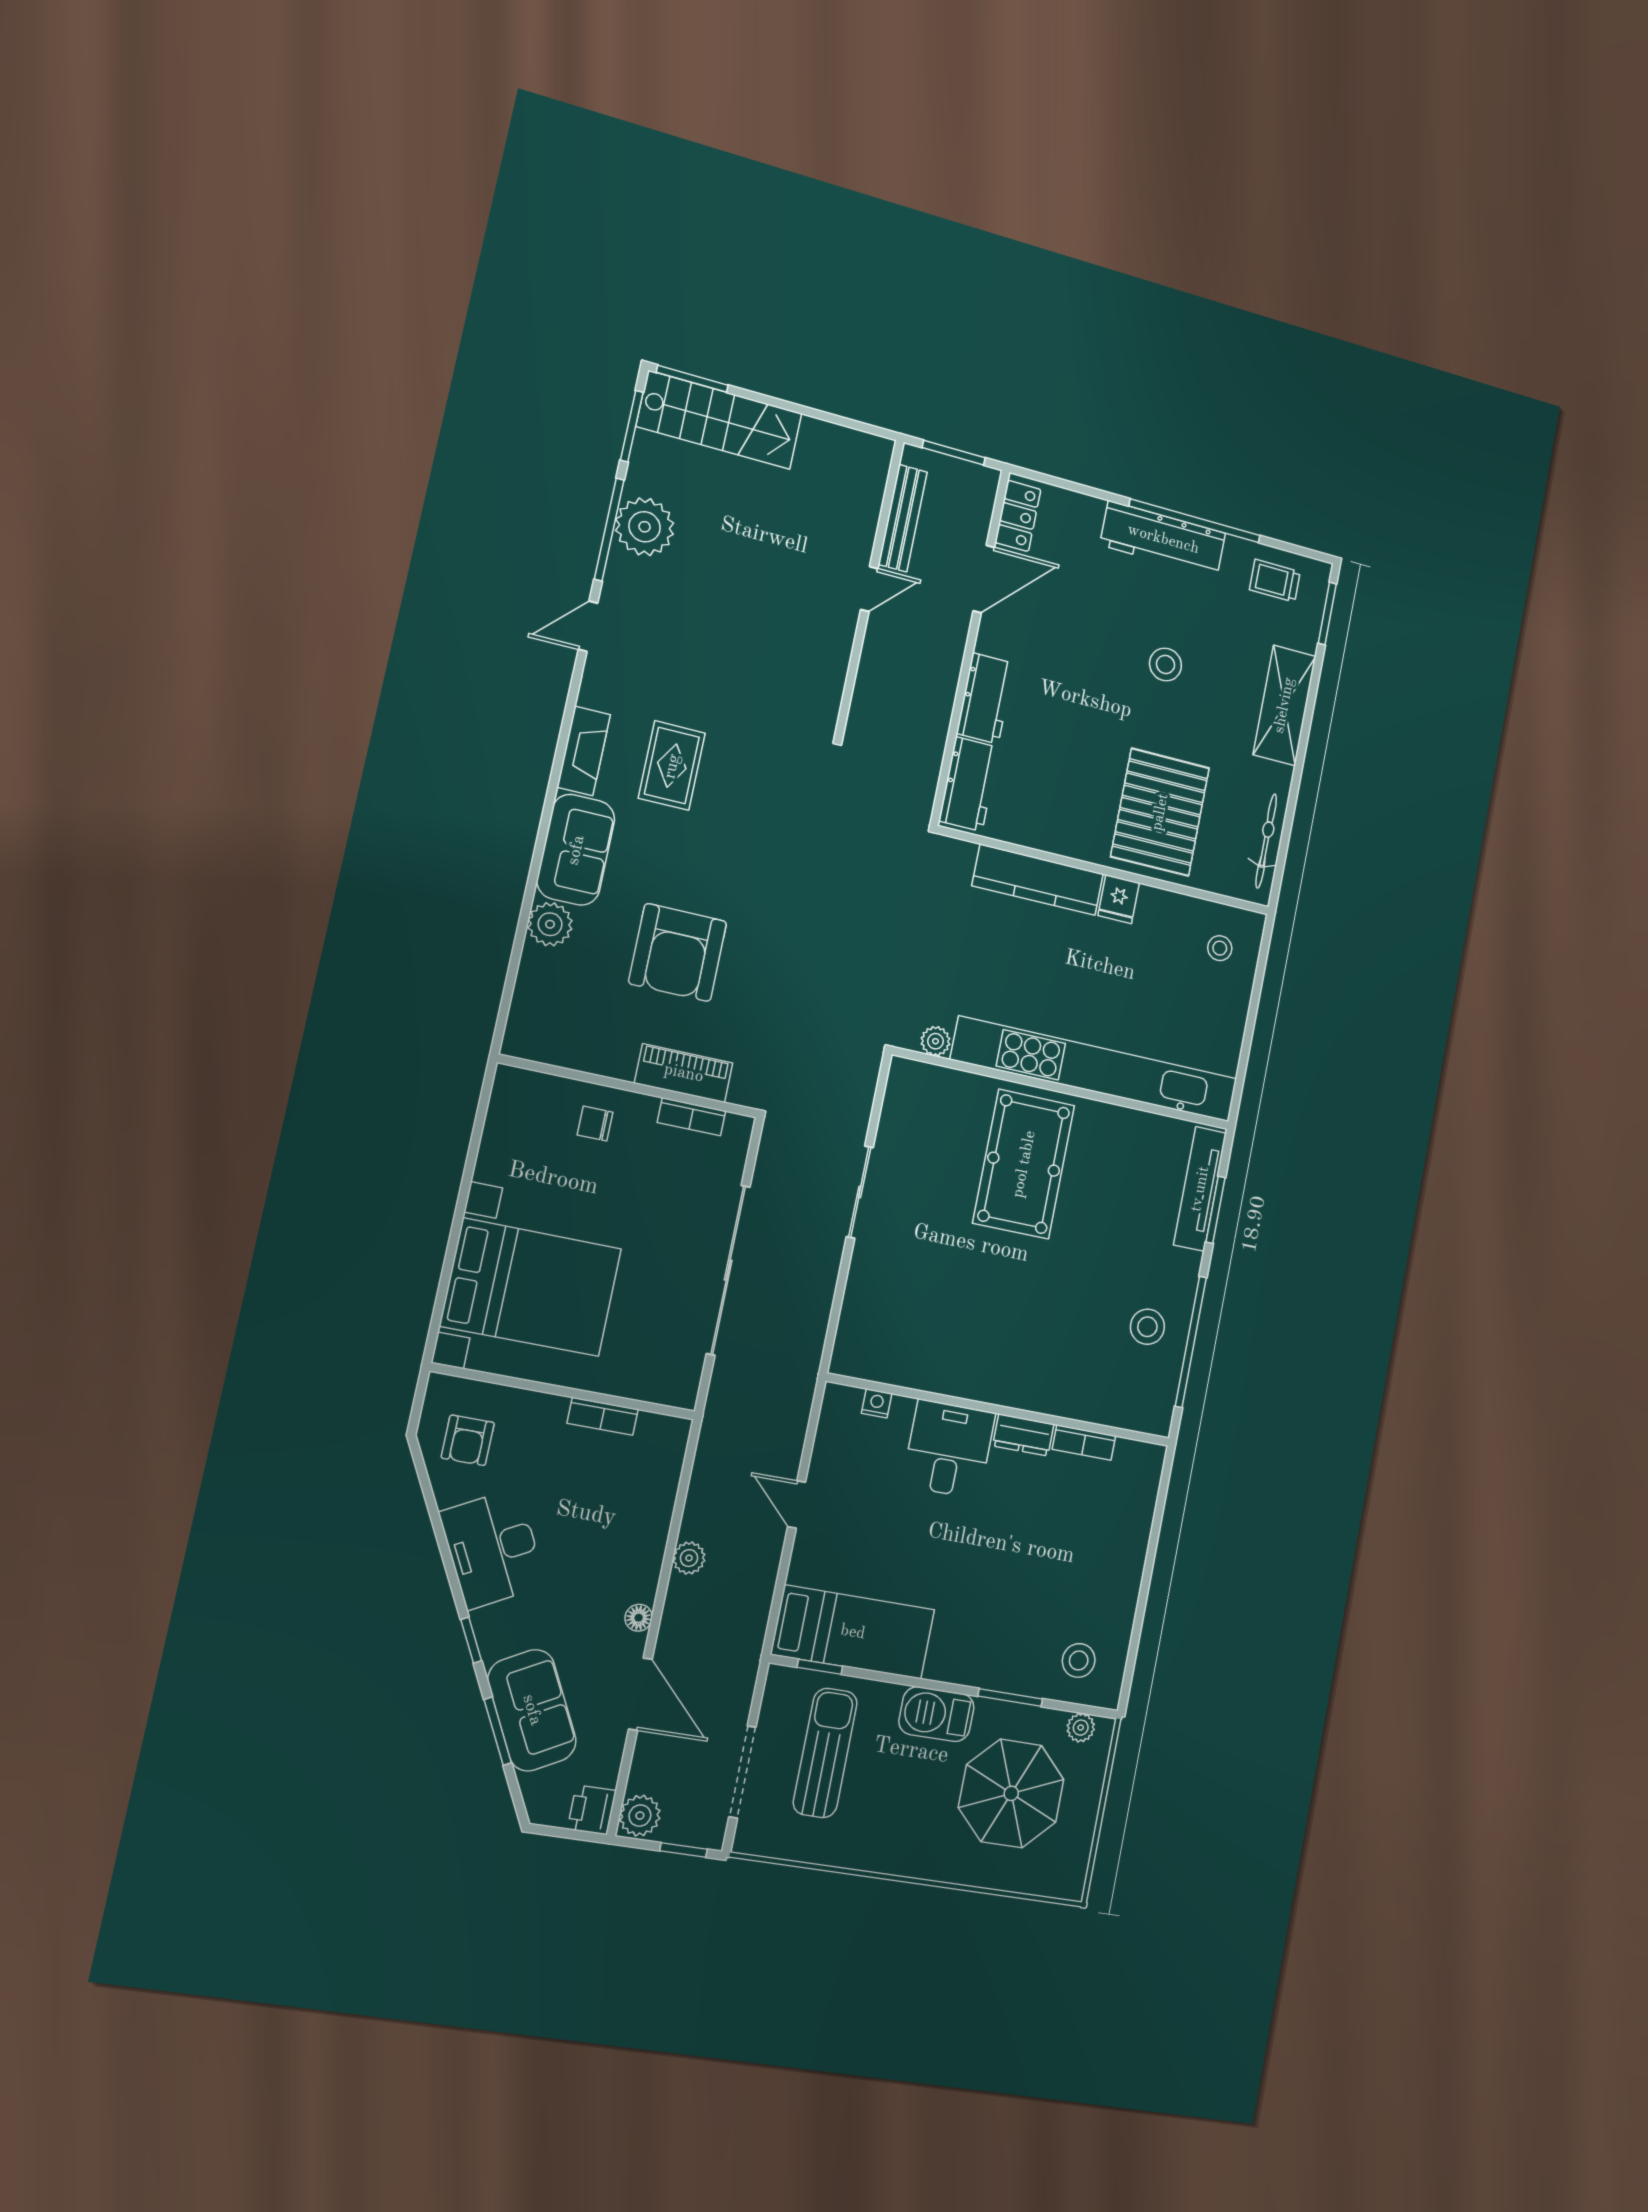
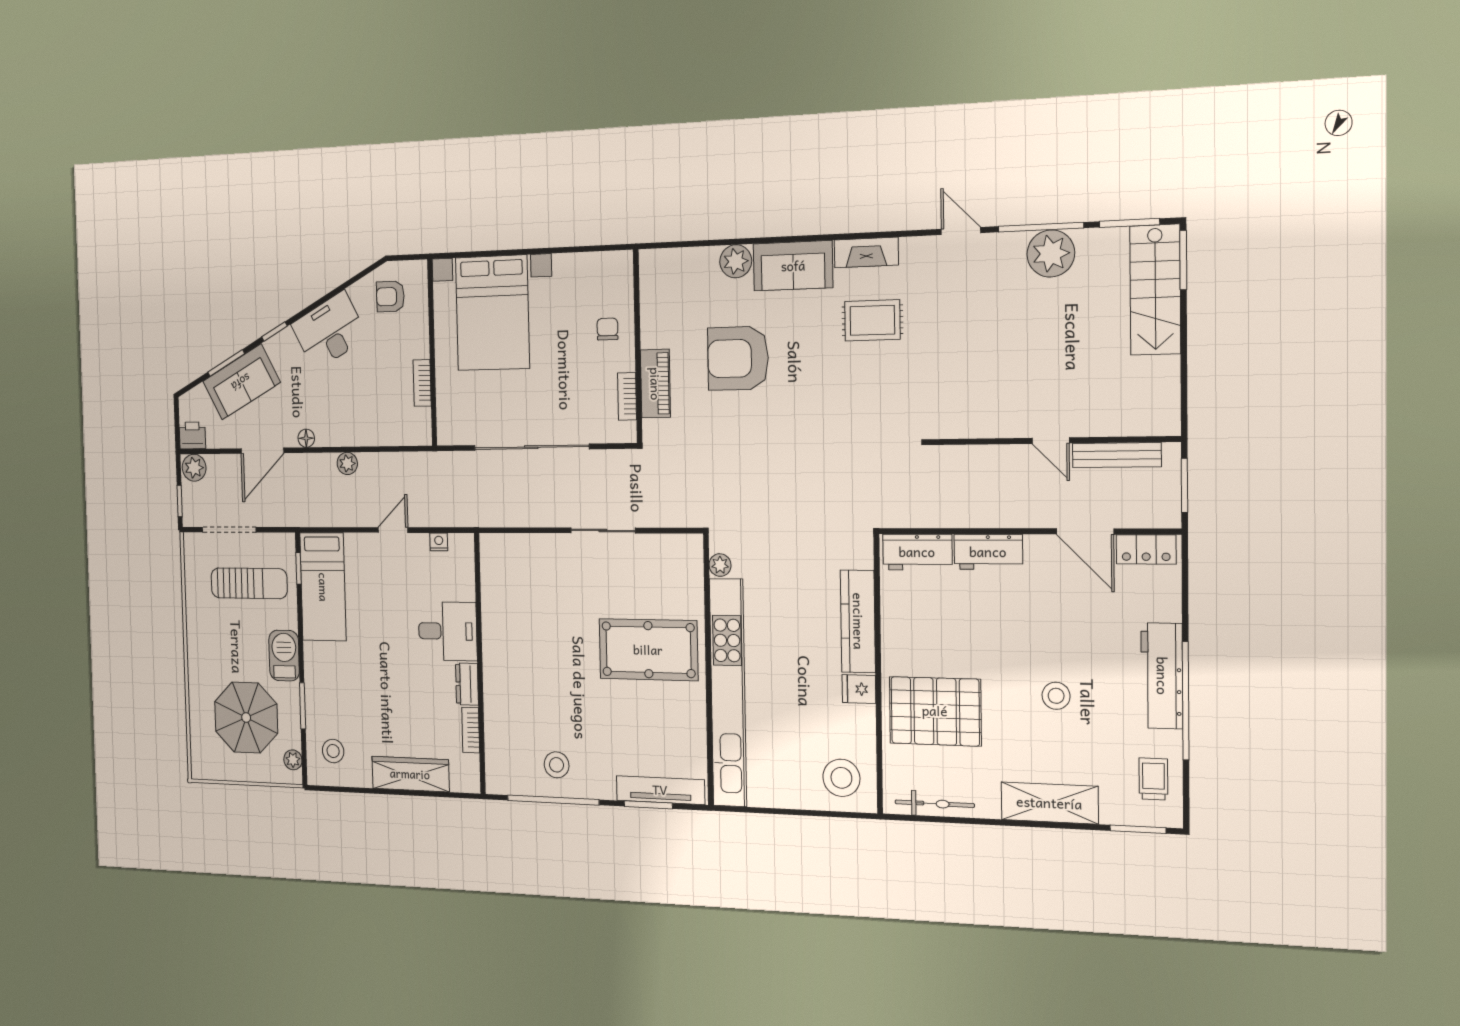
stool: (1220, 948) -> (841, 778), width x1.89, depth x1.89
nightstand: (877, 1403) -> (439, 542), moved, turned -90
wardrobe: (1127, 1546) -> (410, 774), added

